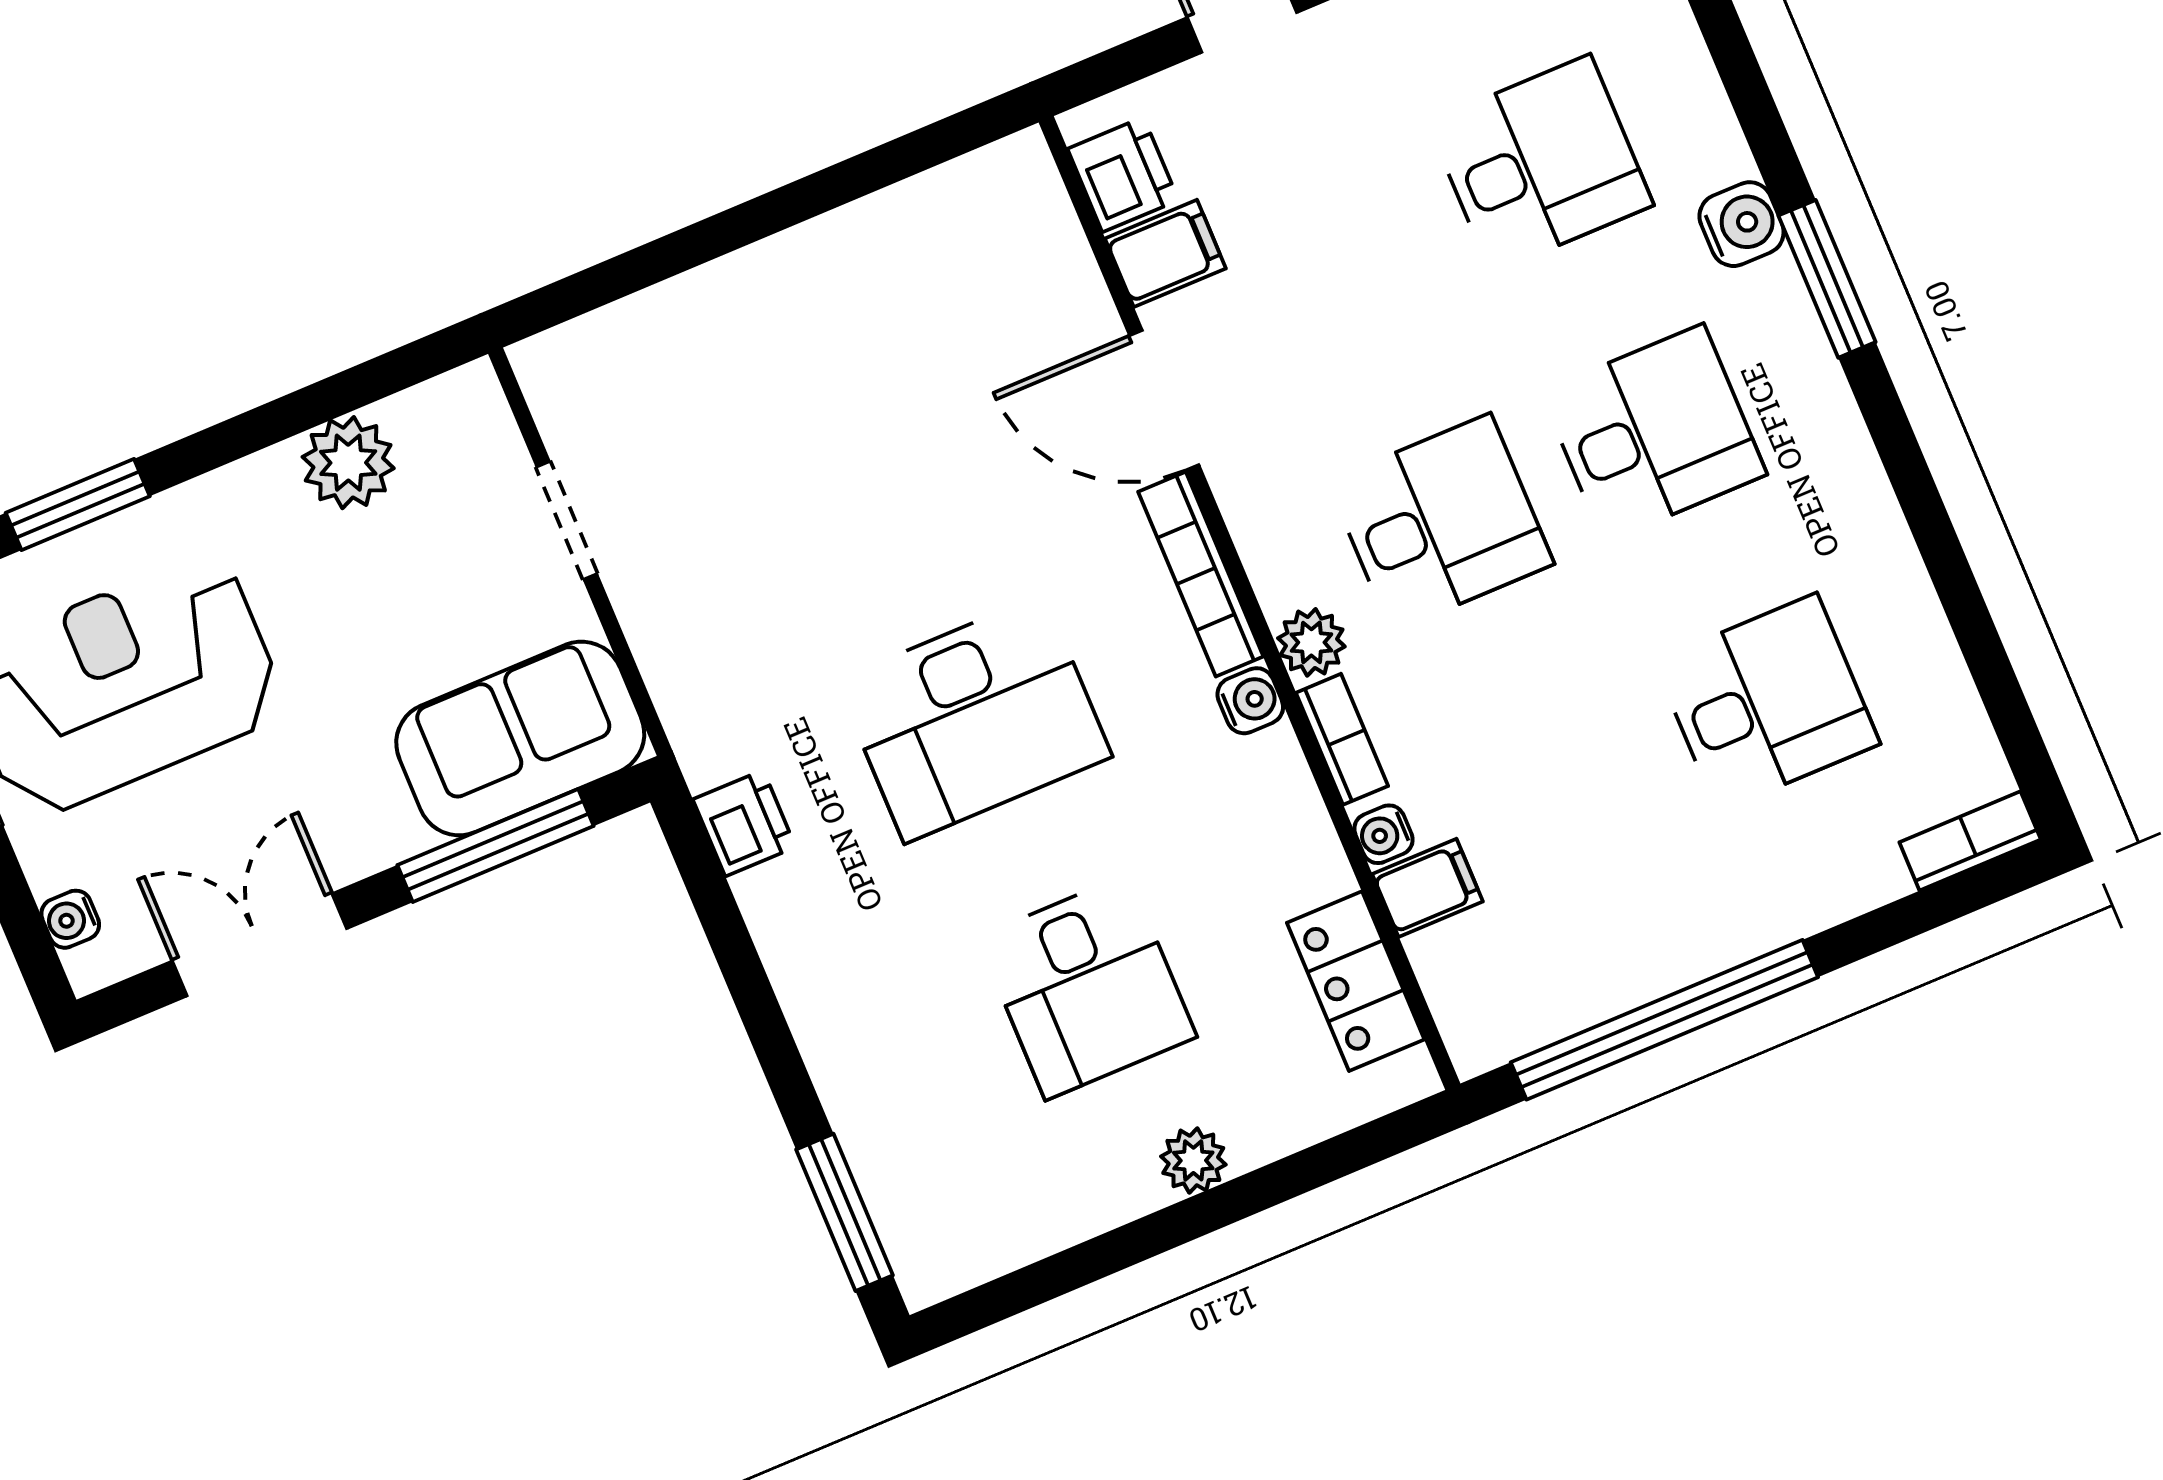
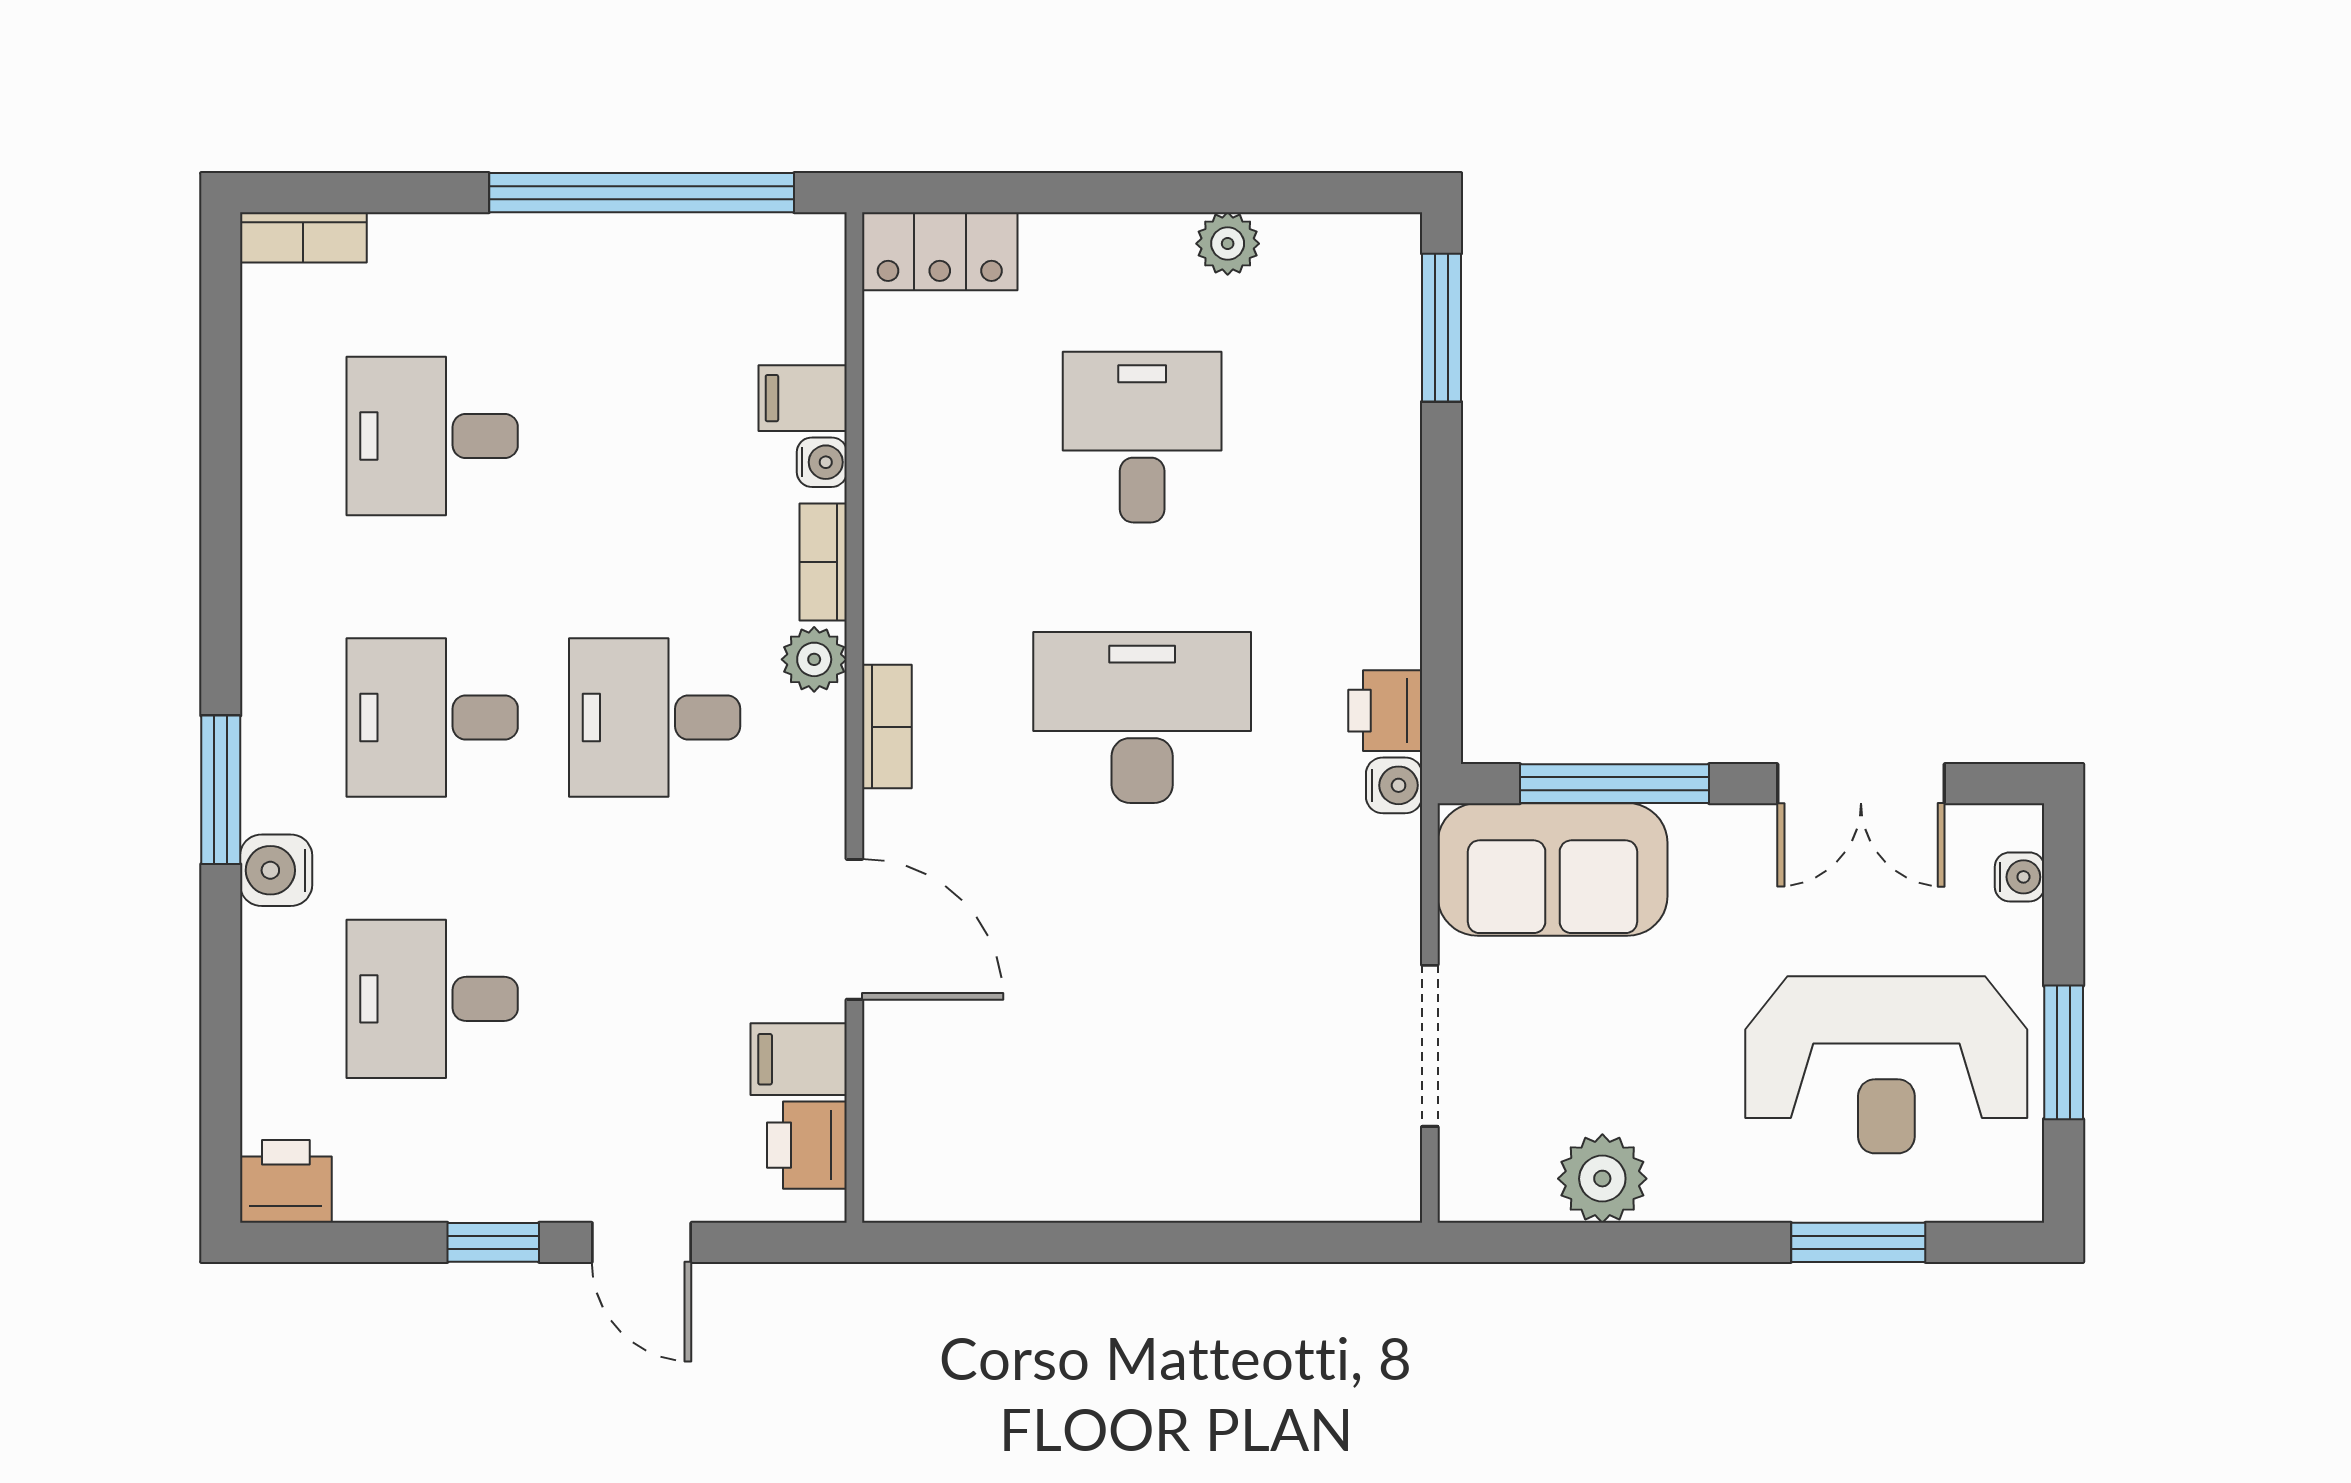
doorway: (567, 520) -> (1430, 1046), width x1.38
bookcase: (1201, 574) -> (887, 727), width x0.64
water cooler: (1250, 701) -> (1394, 785), moved, turned 180
locker: (1356, 981) -> (940, 251), moved, turned 90
plant: (1193, 1160) -> (1228, 244), moved

